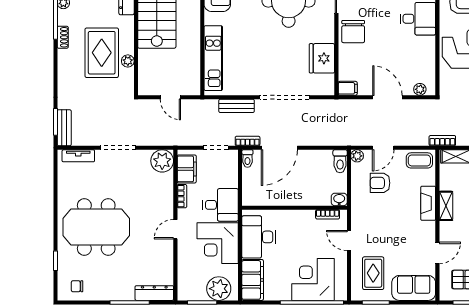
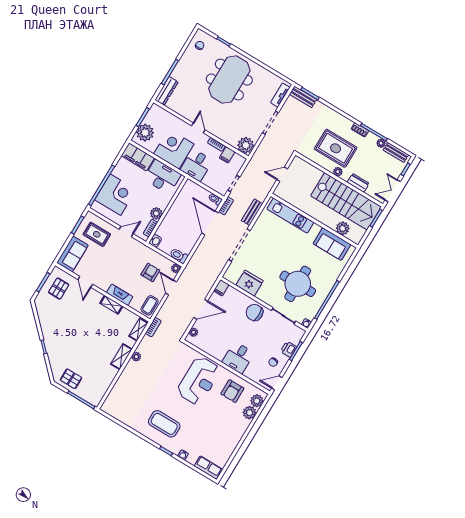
plant: (128, 61) -> (338, 172), moved
filing cabinet: (187, 169) -> (227, 155), width x0.50
plant: (306, 218) -> (156, 213), added

